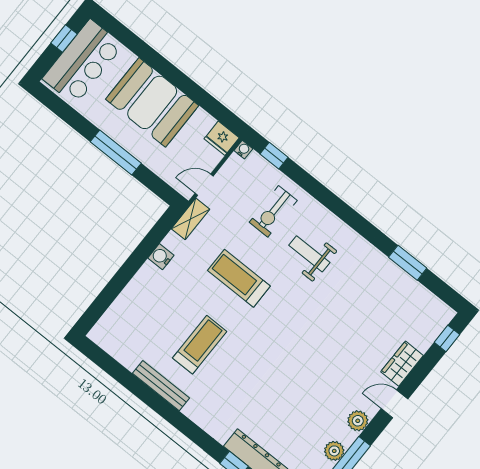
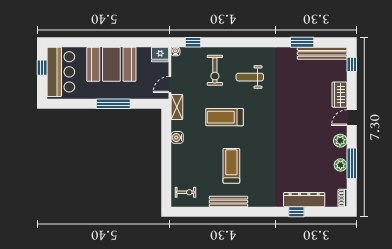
bench: (421, 296) -> (322, 53), added
exercise bike: (117, 332) -> (185, 192), added

